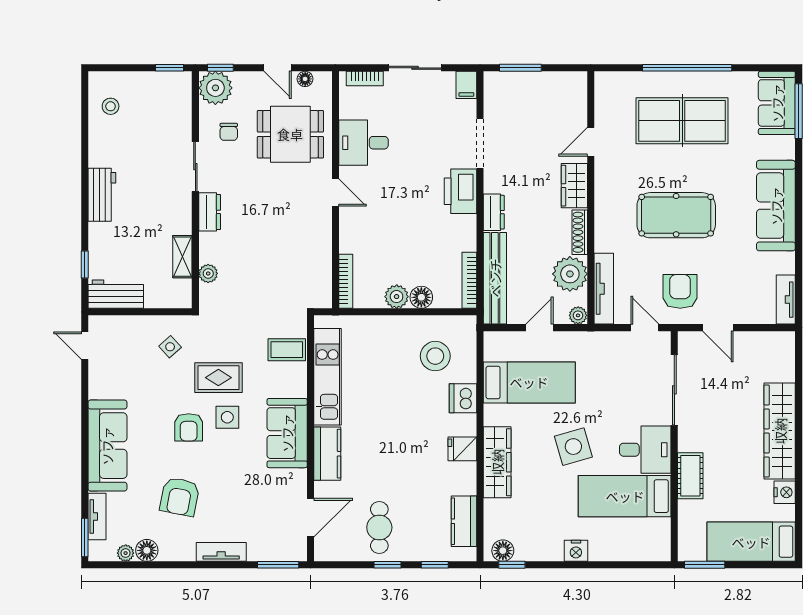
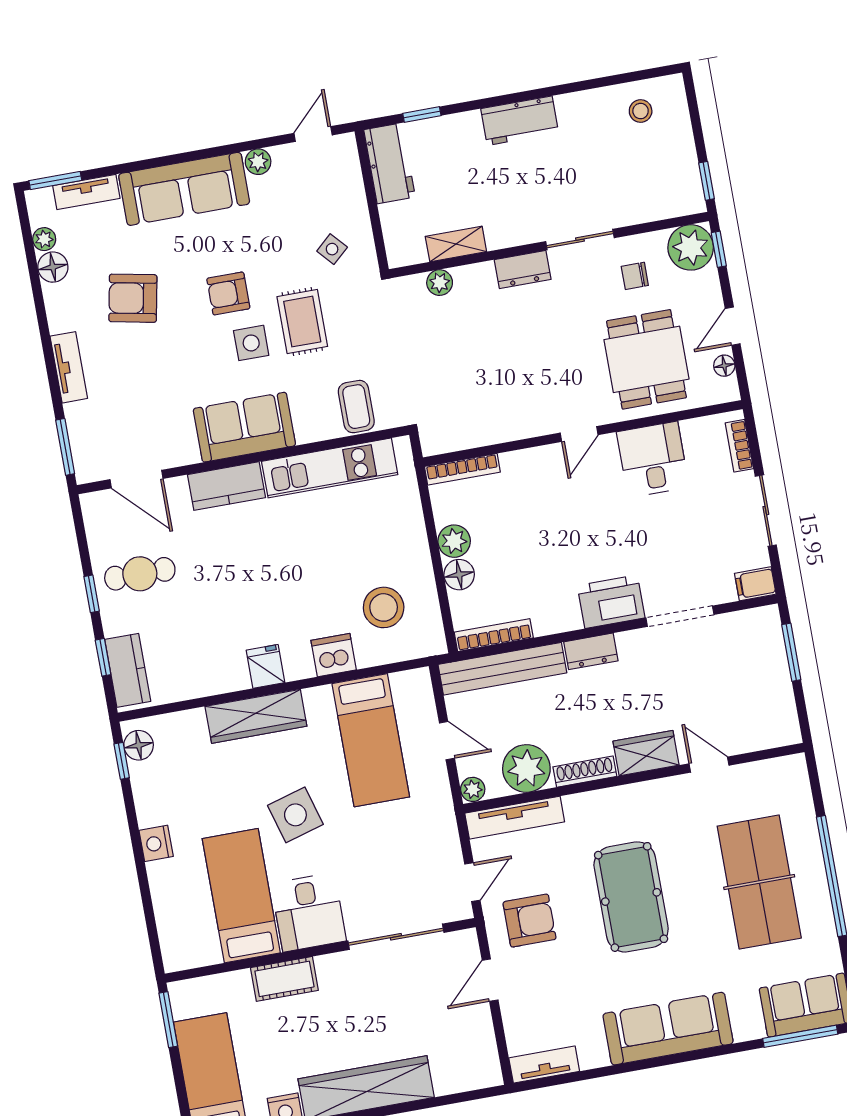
plant: (97, 389) -> (258, 162), added
kitchen counter: (464, 521) -> (128, 670), moved, turned 90

